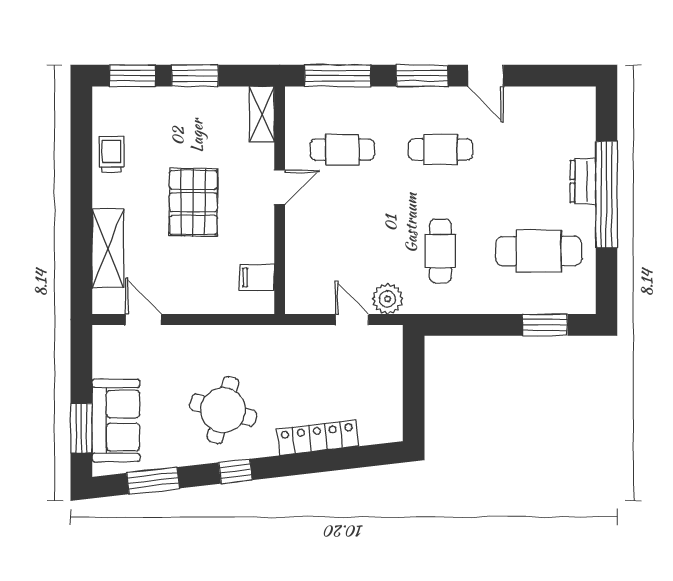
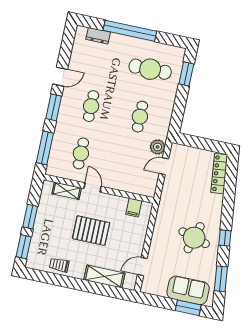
shelving: (262, 114) -> (67, 191), moved
dresser: (583, 181) -> (98, 36), moved
cafe table: (440, 251) -> (140, 117), turned 90
cafe table: (539, 251) -> (150, 69), turned 90
locker: (318, 438) -> (219, 174), moved

